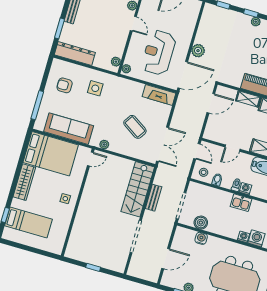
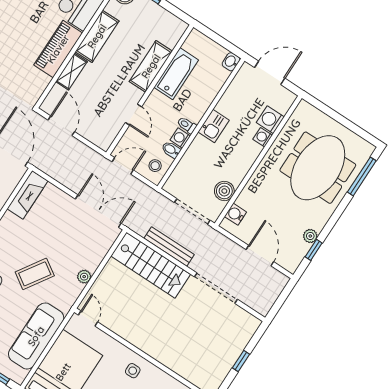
coffee table: (135, 127) -> (35, 274), moved
plant: (104, 145) -> (84, 277), moved
washing machine: (245, 189) -> (180, 138), moved
bench: (154, 198) -> (169, 246), width x1.36
water cooler: (201, 238) -> (235, 214), moved

